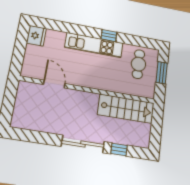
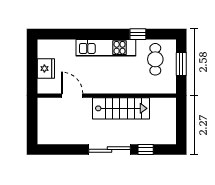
fridge: (36, 36) -> (46, 68), moved
window: (109, 36) -> (138, 34), moved
stairs: (126, 109) -> (121, 108), moved

